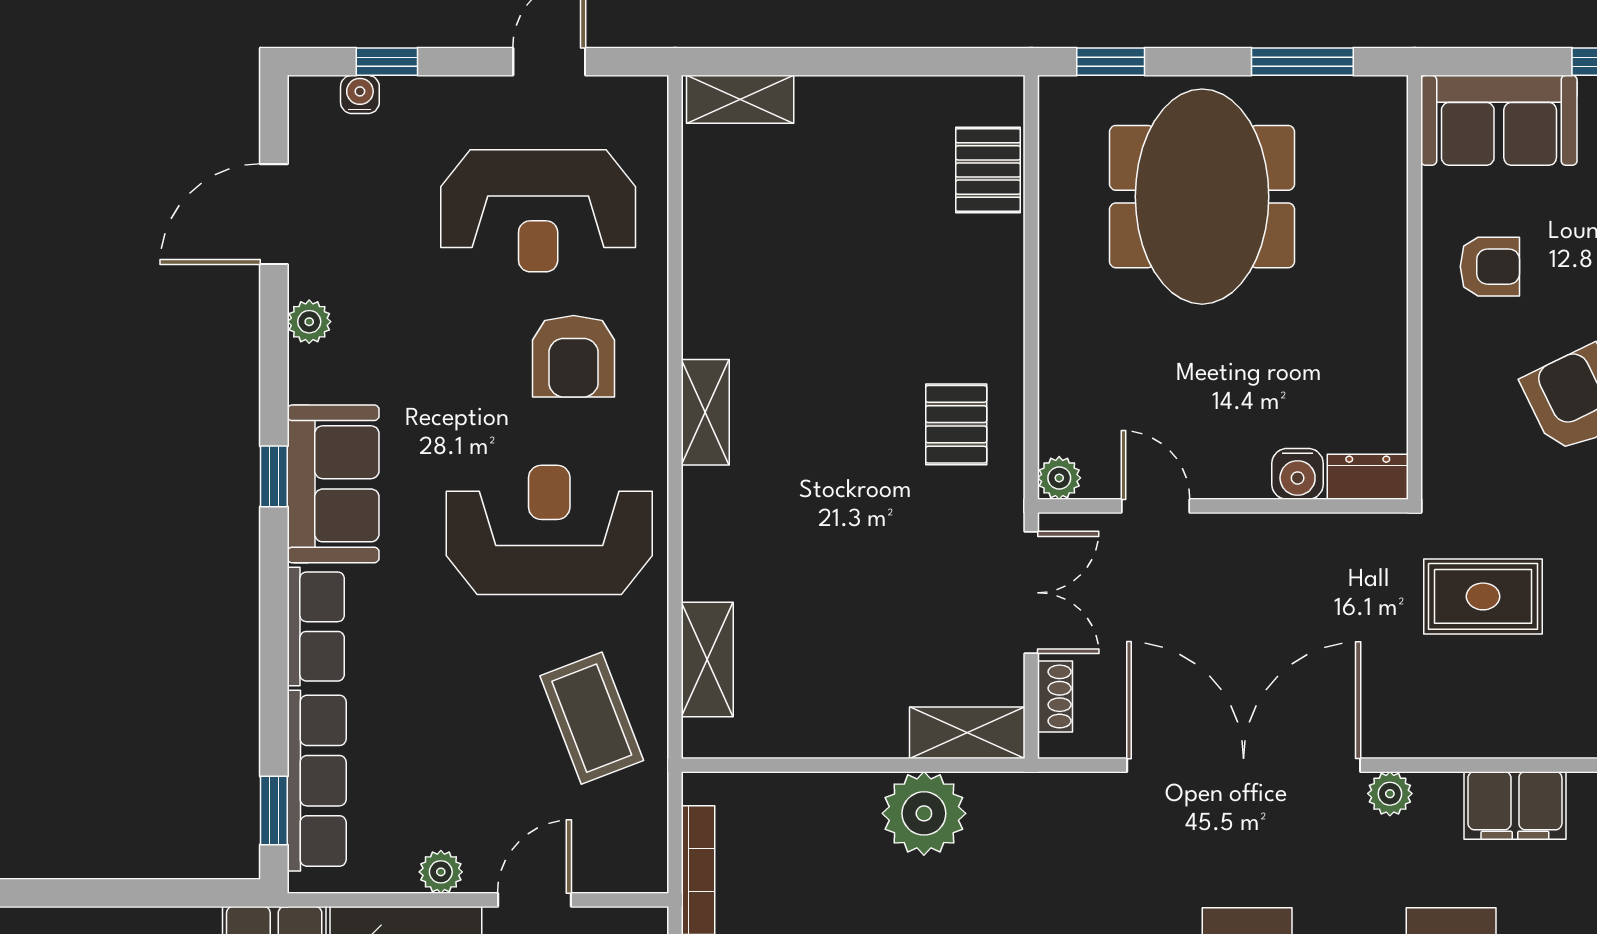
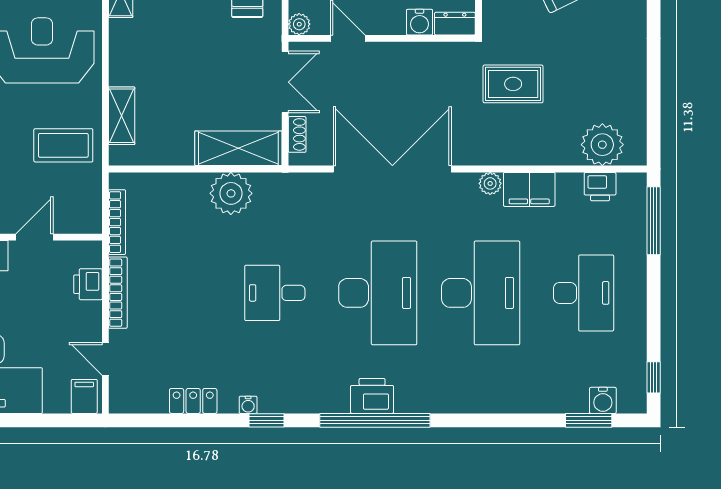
coffee table: (592, 718) -> (63, 145), turned -69
shelving: (967, 733) -> (238, 148), width x1.50, depth x1.33
plant: (1390, 794) -> (490, 183), moved

